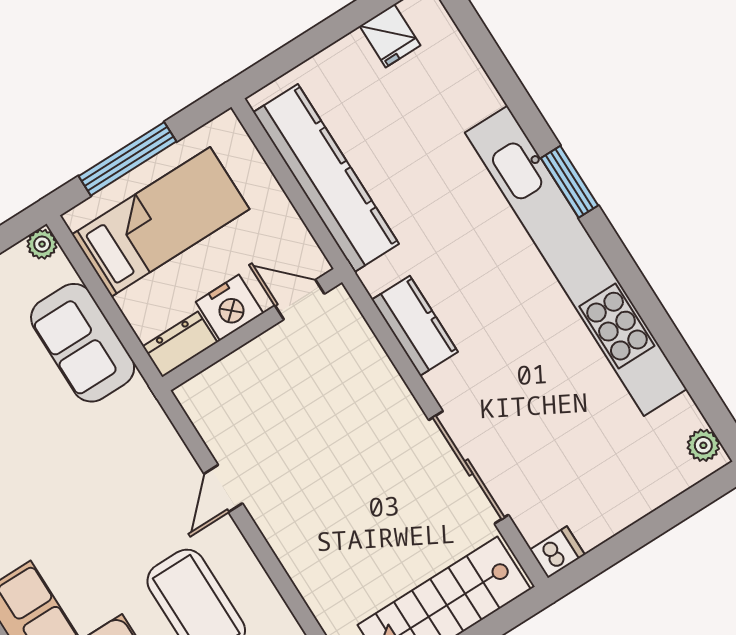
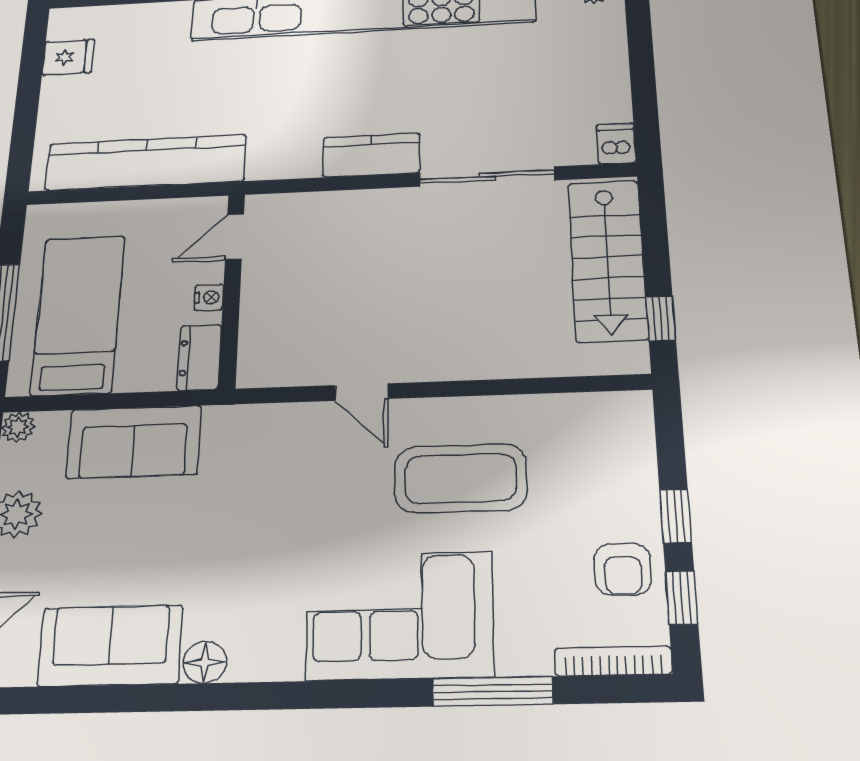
nightstand: (230, 308) -> (209, 297), width x0.53, depth x0.56
kitchen counter: (415, 326) -> (371, 155), moved

